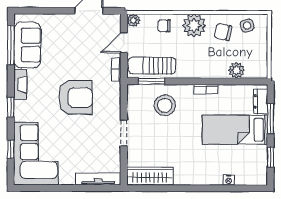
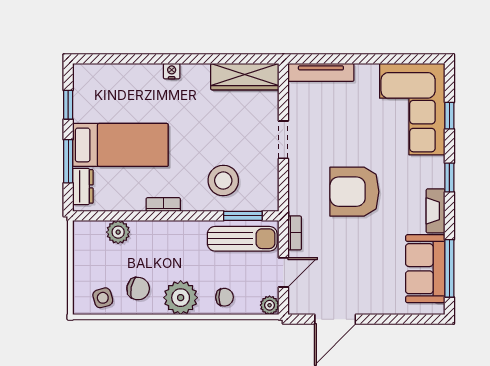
nightstand: (229, 180) -> (172, 71), moved

